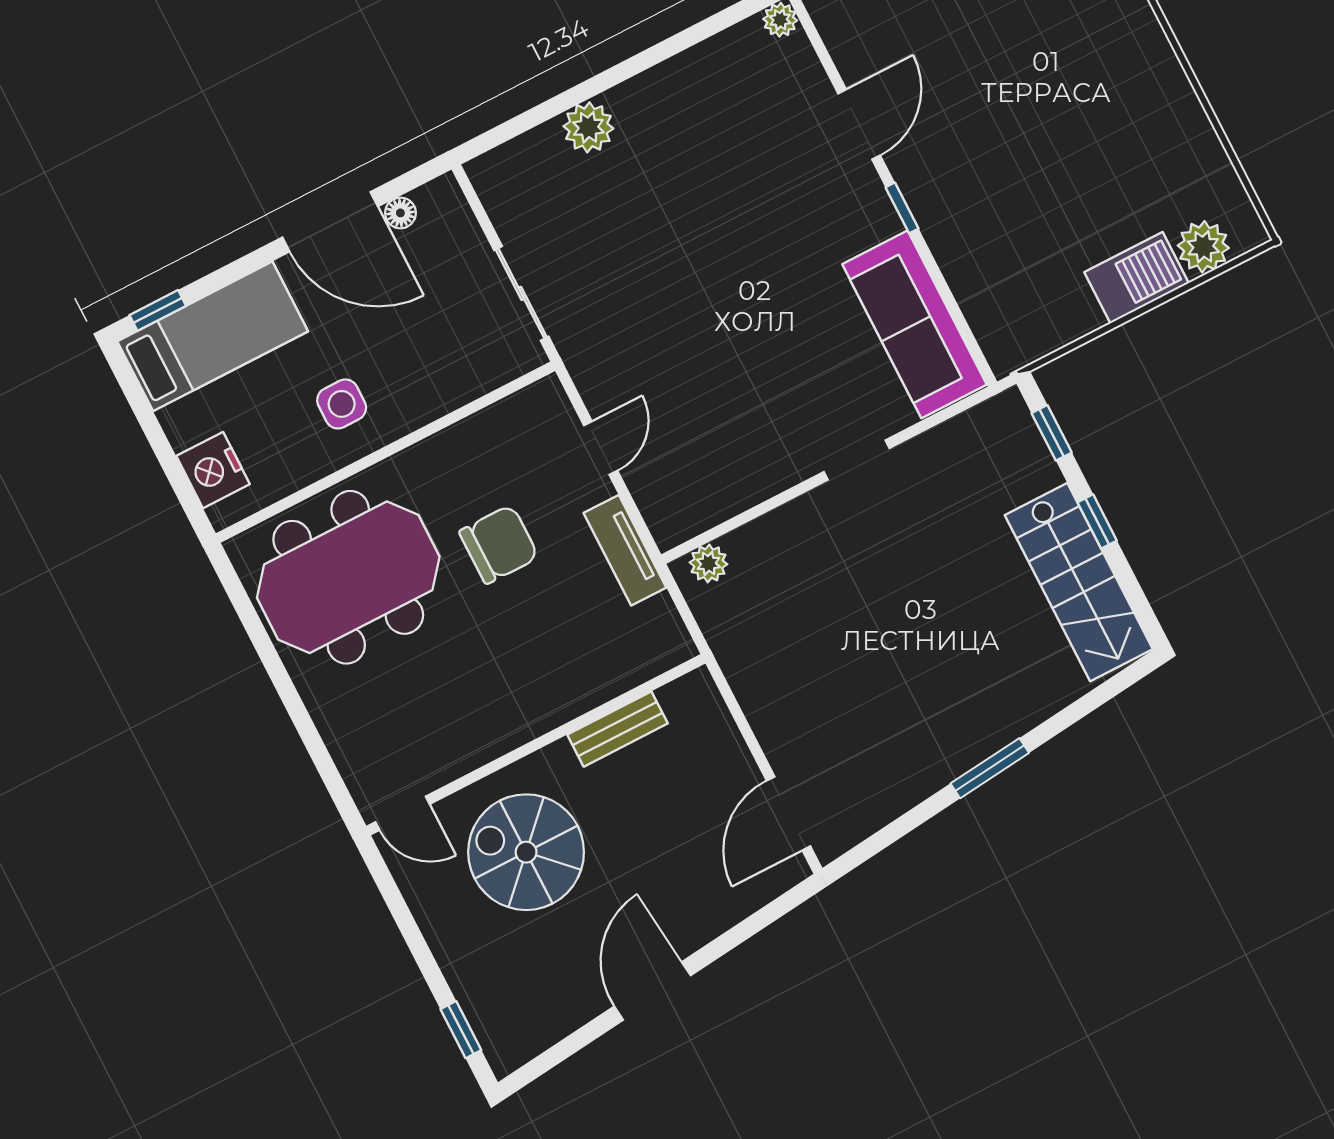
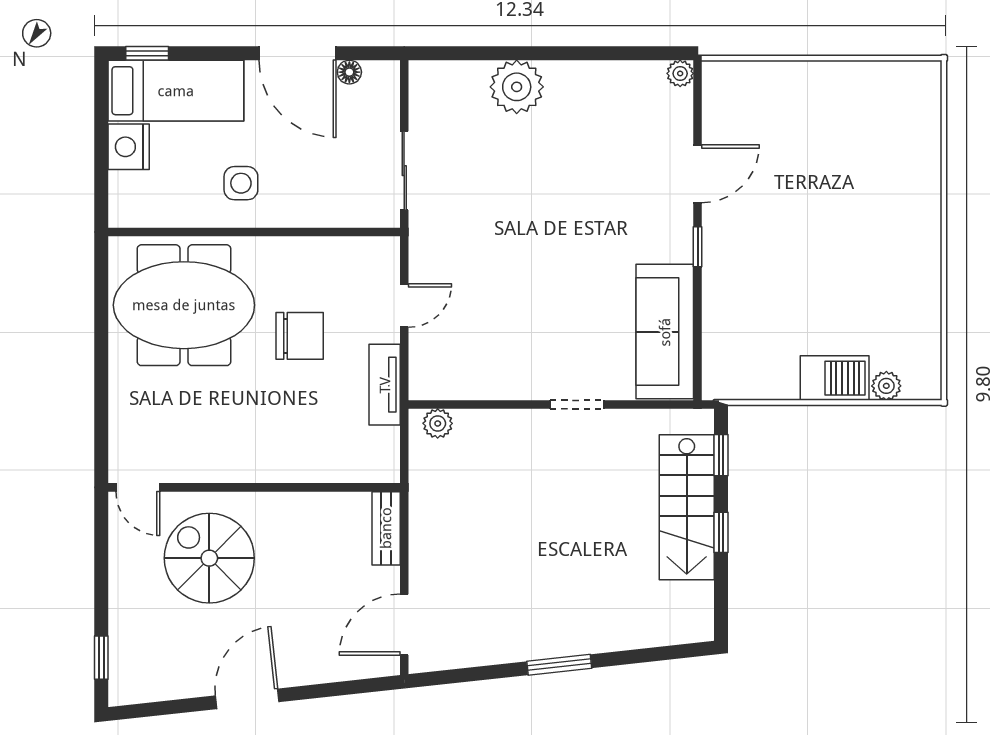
plant: (588, 127) -> (517, 87), width x1.36, depth x1.36
plant: (1203, 247) -> (886, 386), width x0.73, depth x0.73
nightstand: (213, 470) -> (129, 147), moved
stairs: (1079, 582) -> (687, 507), moved
bench: (618, 729) -> (386, 528), moved, turned 90

